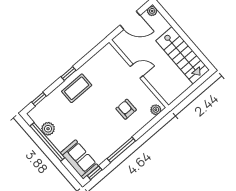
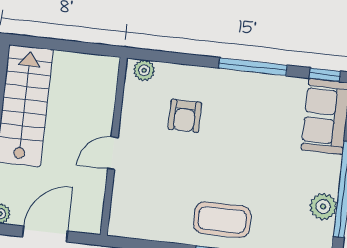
door: (130, 20) -> (45, 234), hinge flipped
door: (137, 71) -> (113, 153), hinge flipped

